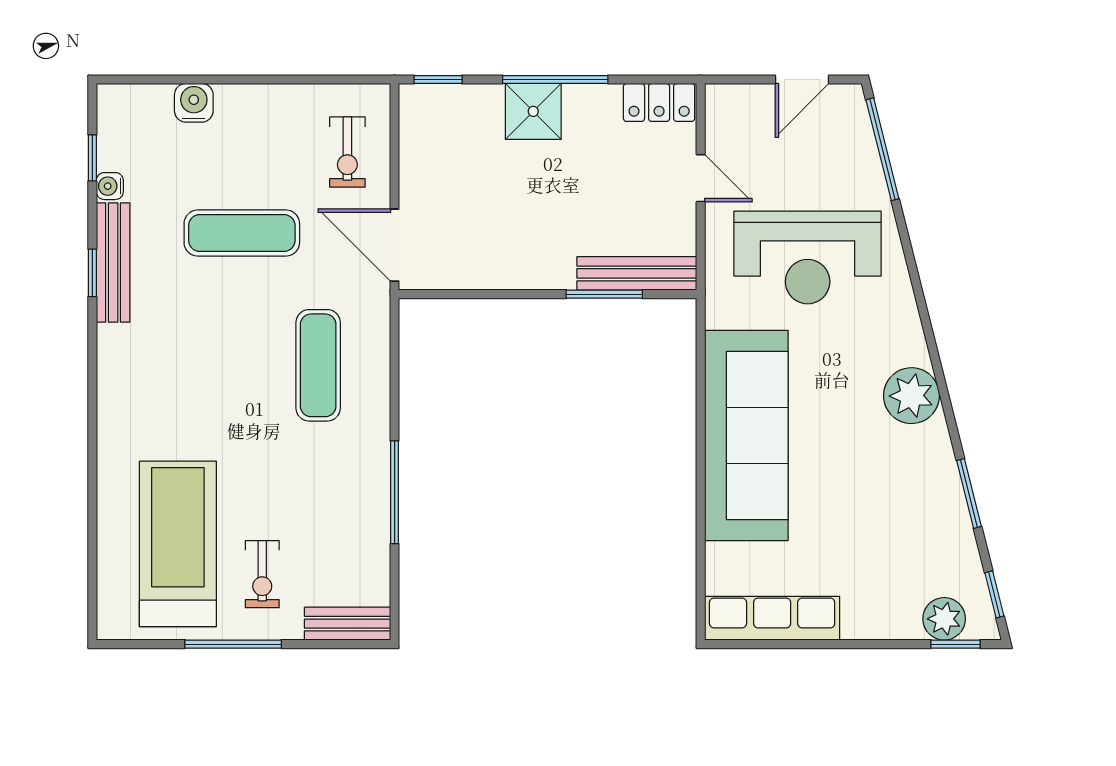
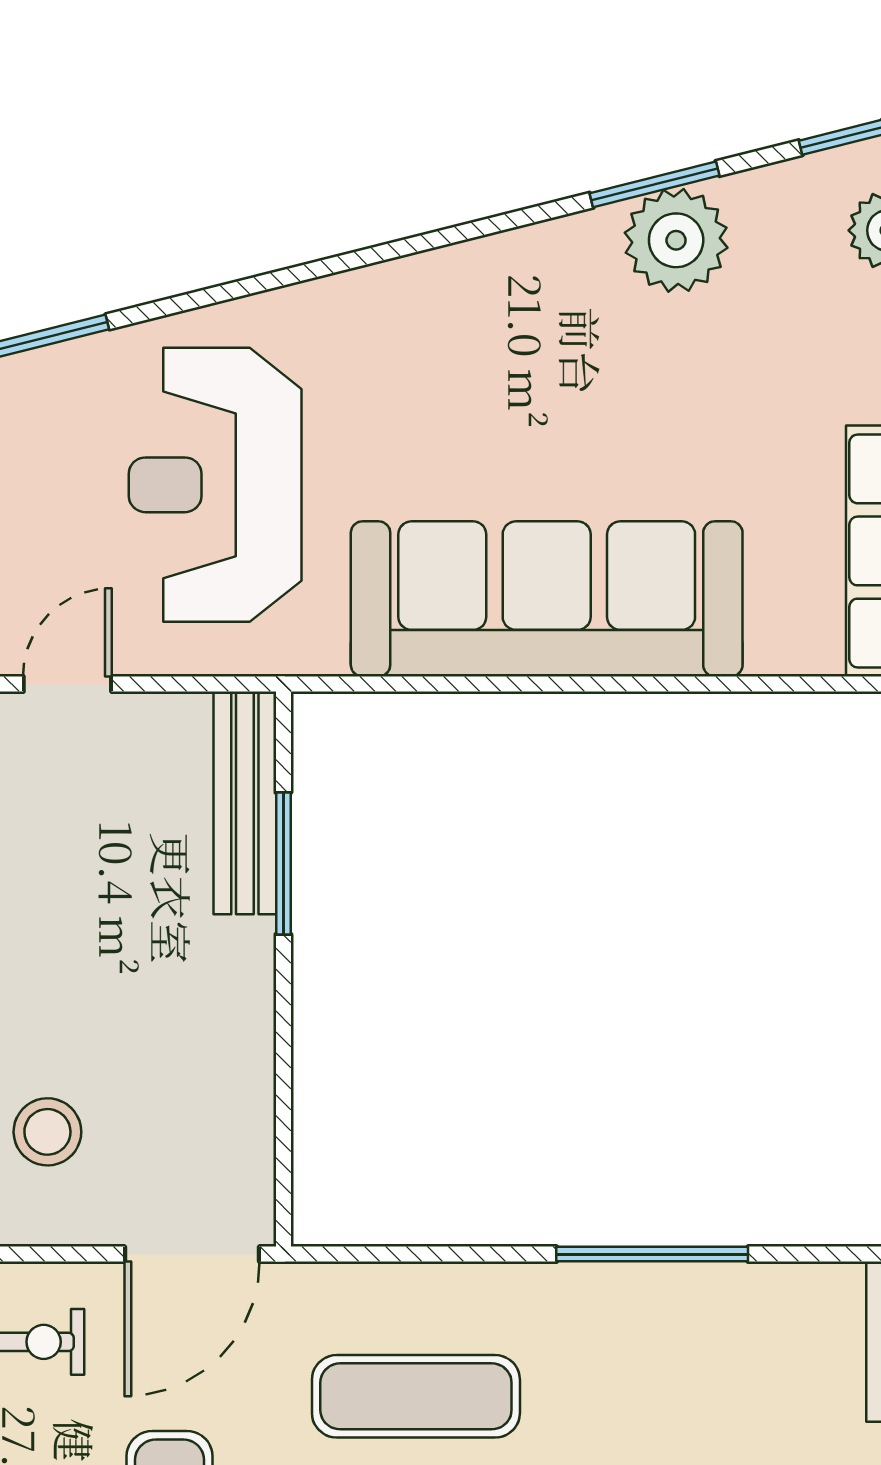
stool: (460, 167) -> (47, 1132), added
reception desk: (808, 258) -> (215, 485), turned 180
plant: (911, 396) -> (676, 240), moved

